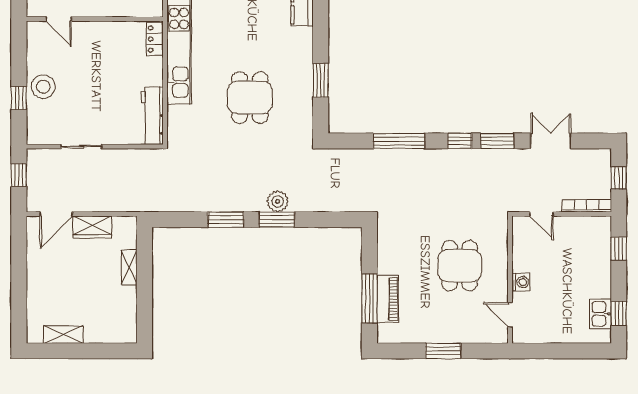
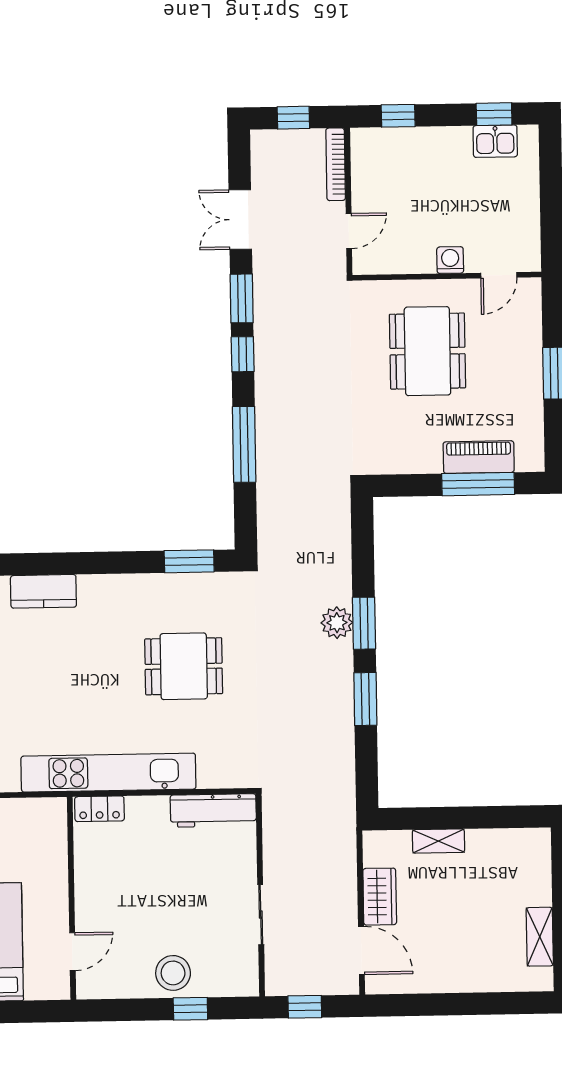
window: (321, 80) -> (189, 561), moved
dining table: (460, 266) -> (427, 351), width x1.38

